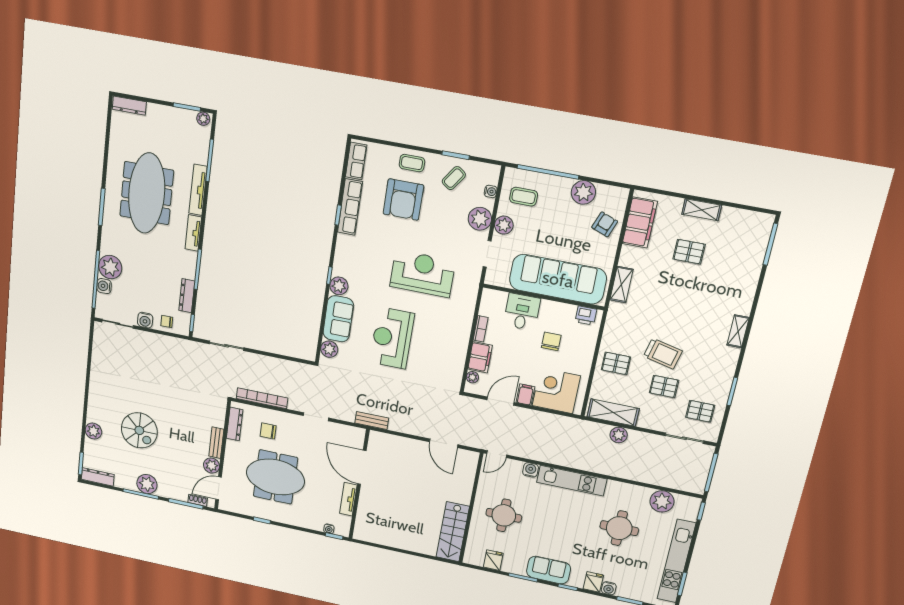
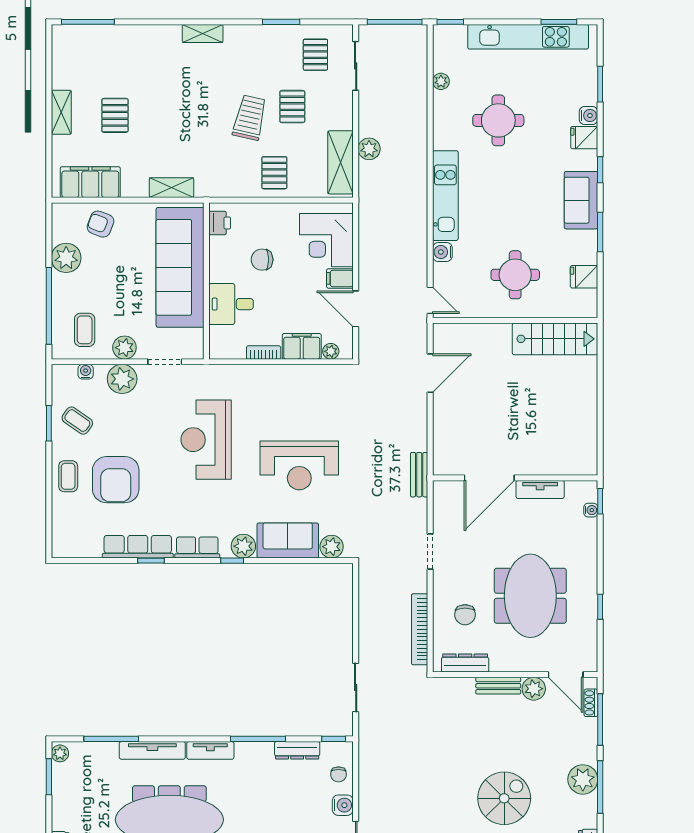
row of seats: (356, 161) -> (197, 547), moved
armchair: (403, 200) -> (116, 480), turned 90
plant: (662, 501) -> (441, 81), width x0.53, depth x0.53

